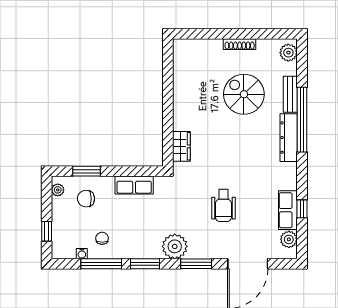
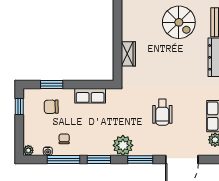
spiral stairs: (244, 94) -> (179, 22), turned 180
wardrobe: (181, 146) -> (128, 54), moved
plant: (58, 190) -> (28, 150), moved
window: (47, 231) -> (19, 107), moved

